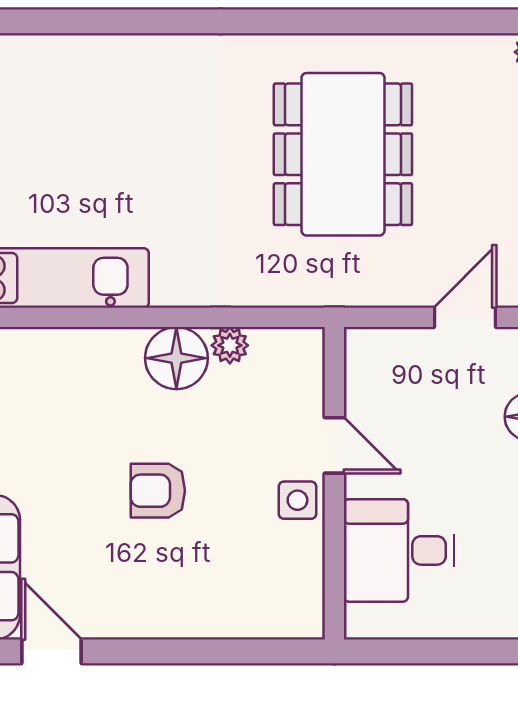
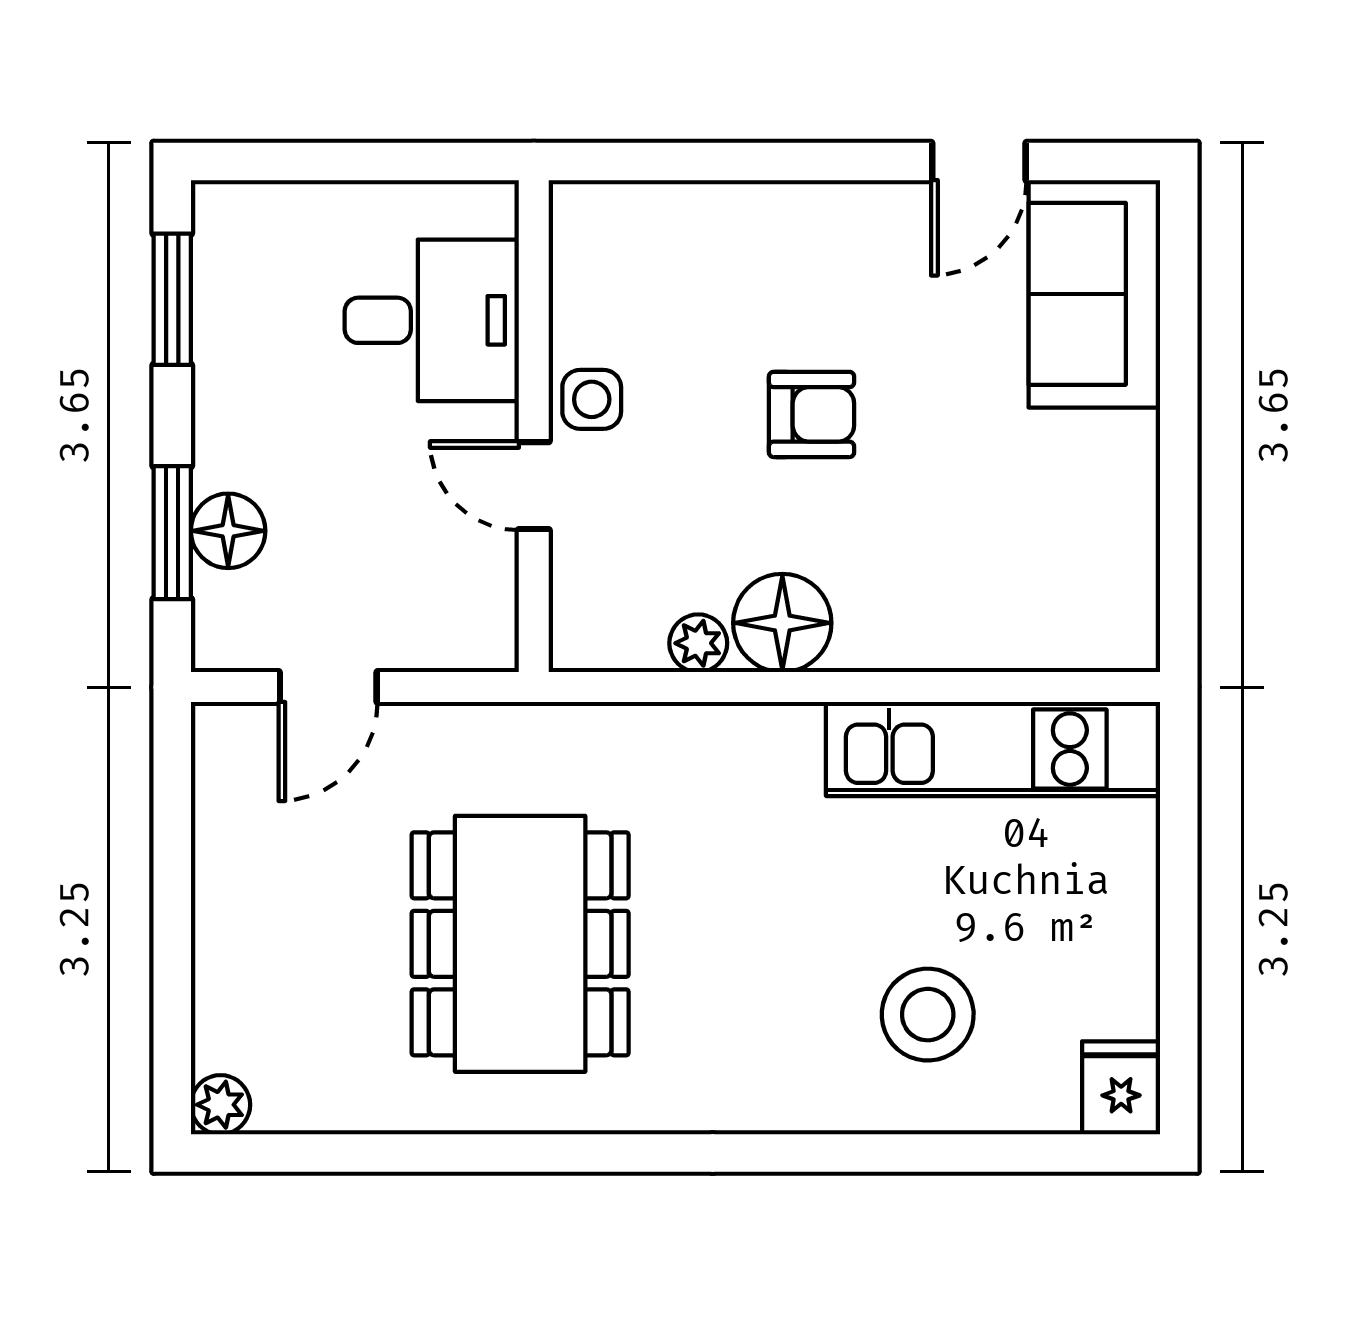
stool: (84, 109) -> (928, 1015), added
door: (52, 651) -> (979, 161), hinge flipped

